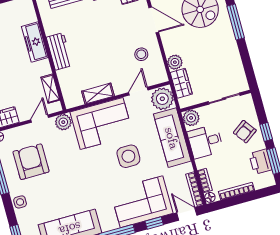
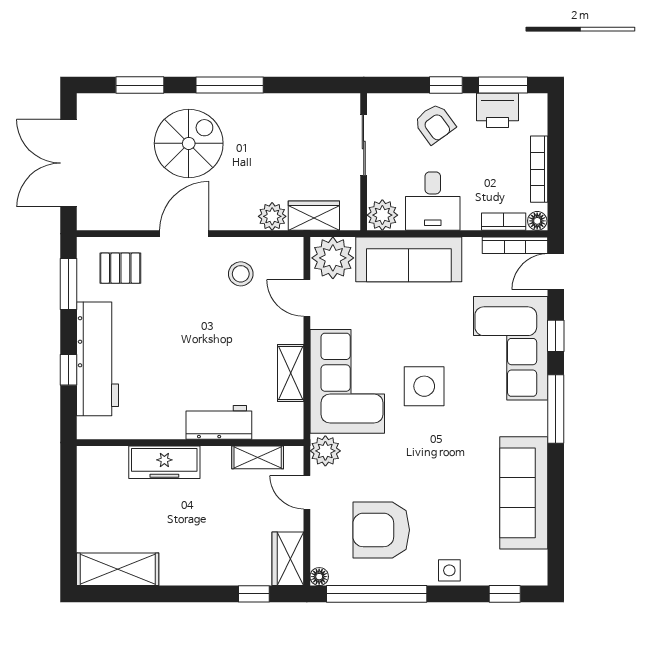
workbench: (59, 51) -> (219, 422), moved
side table: (128, 156) -> (424, 386), moved

